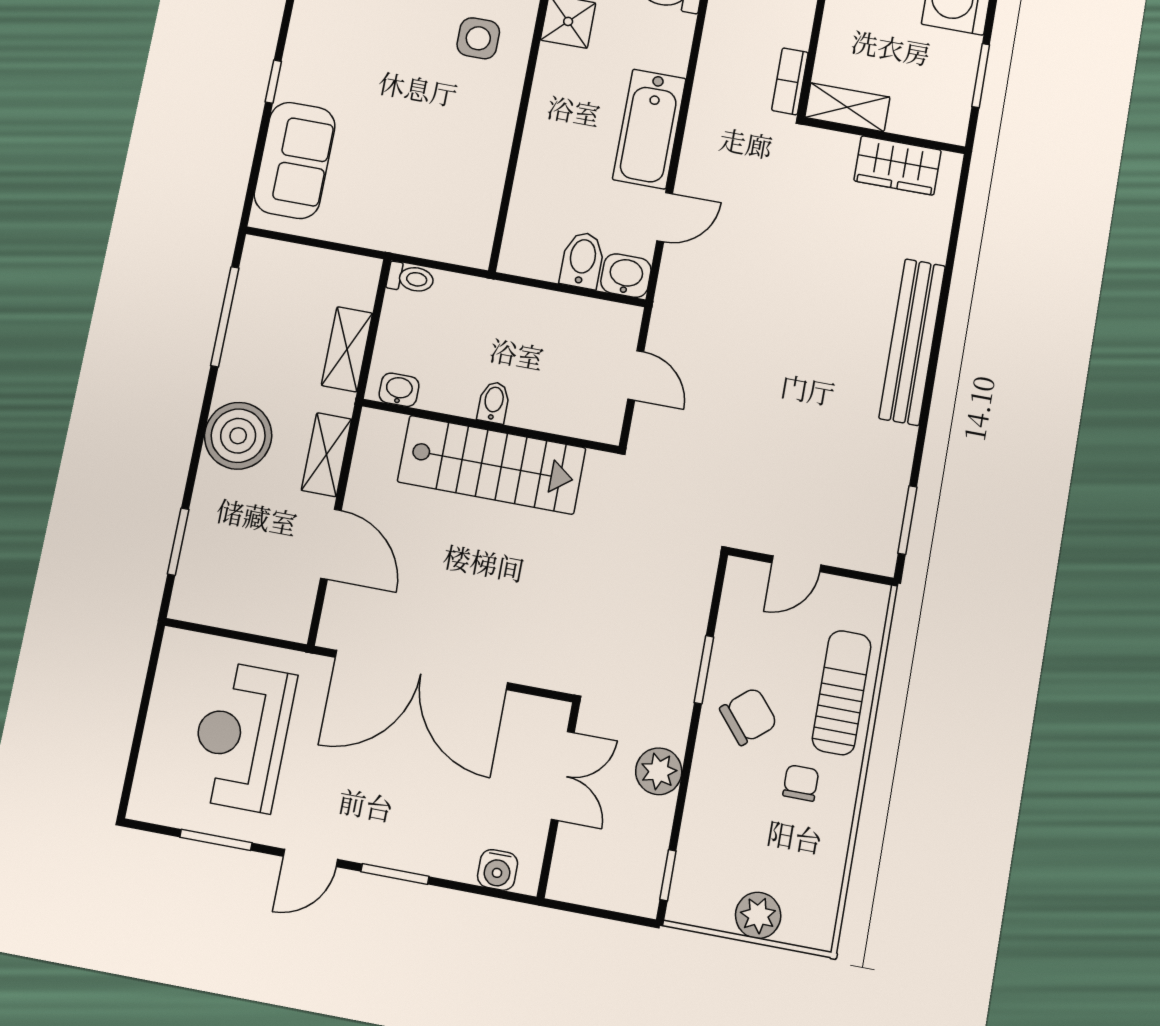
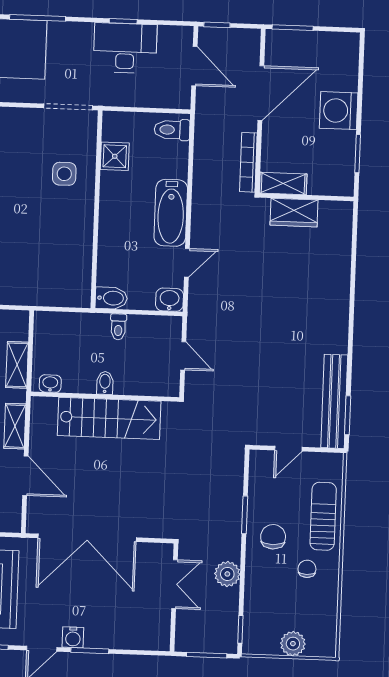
bookcase: (790, 81) -> (248, 162), width x1.56
wardrobe: (897, 165) -> (294, 213), moved
bidet: (582, 260) -> (111, 298), moved, turned 90
toilet: (410, 278) -> (118, 327), moved, turned 90
bench: (912, 342) -> (334, 401), moved
chair: (749, 716) -> (273, 537), turned -50
water cooler: (498, 870) -> (73, 637), moved
window: (601, 913) -> (207, 655), added

